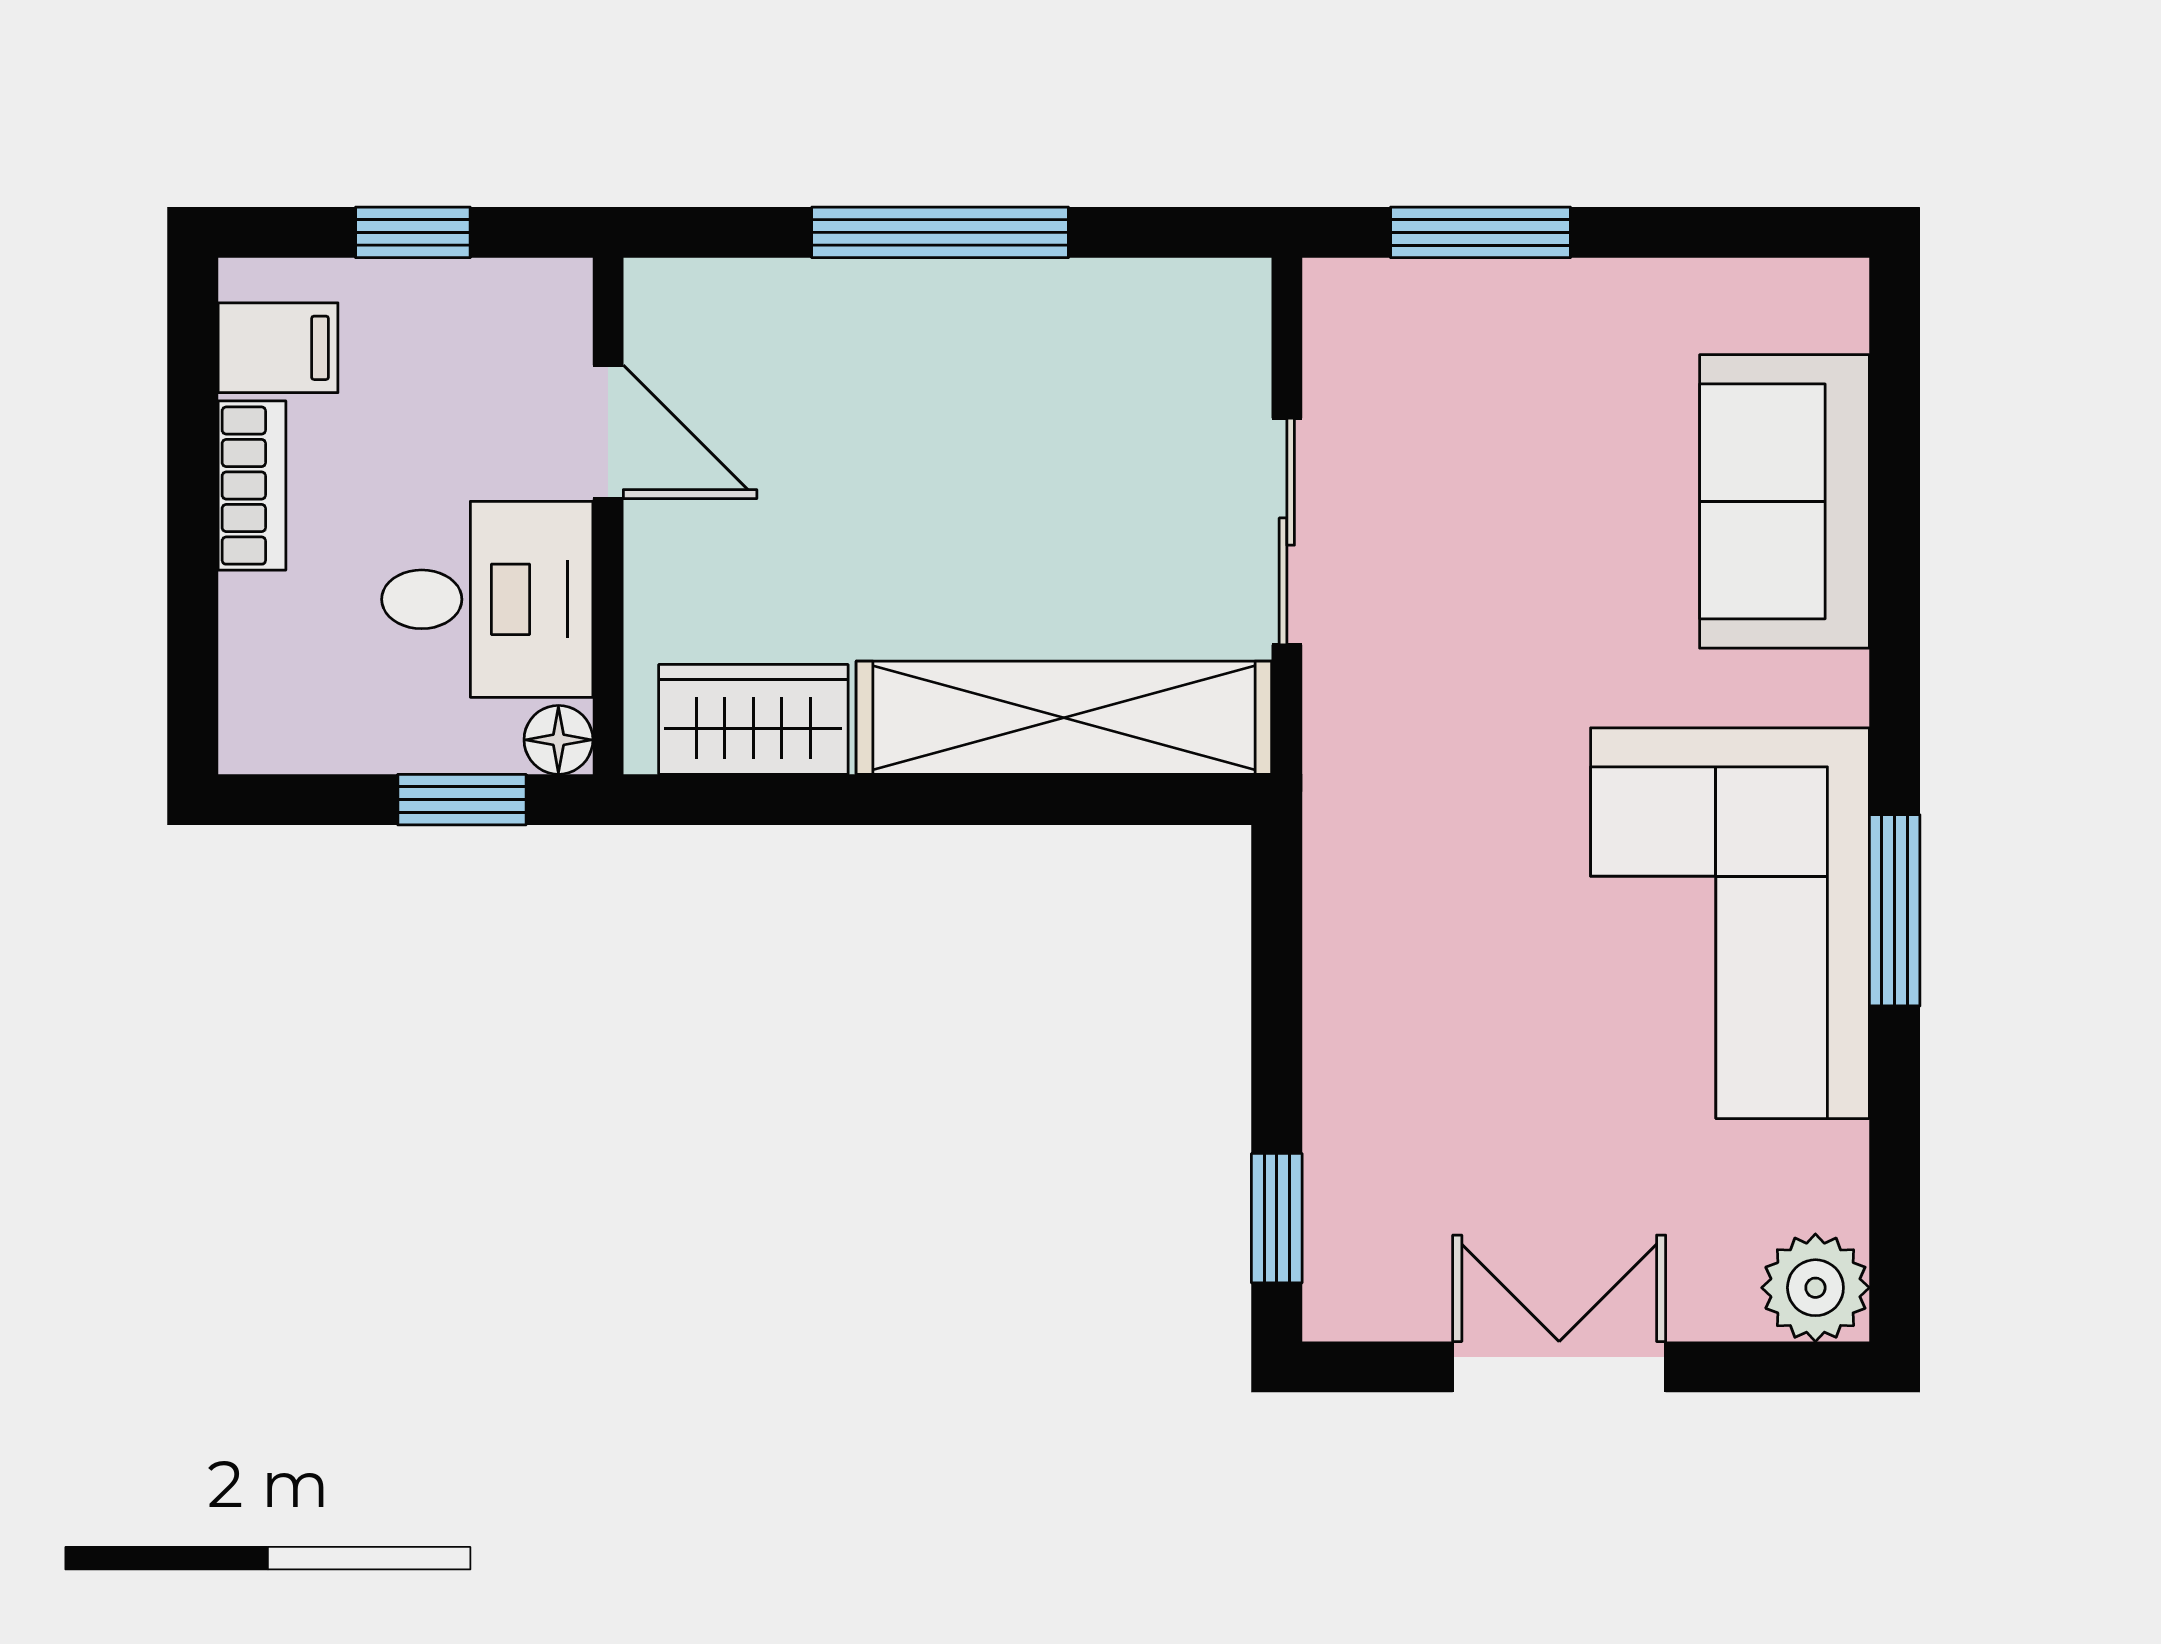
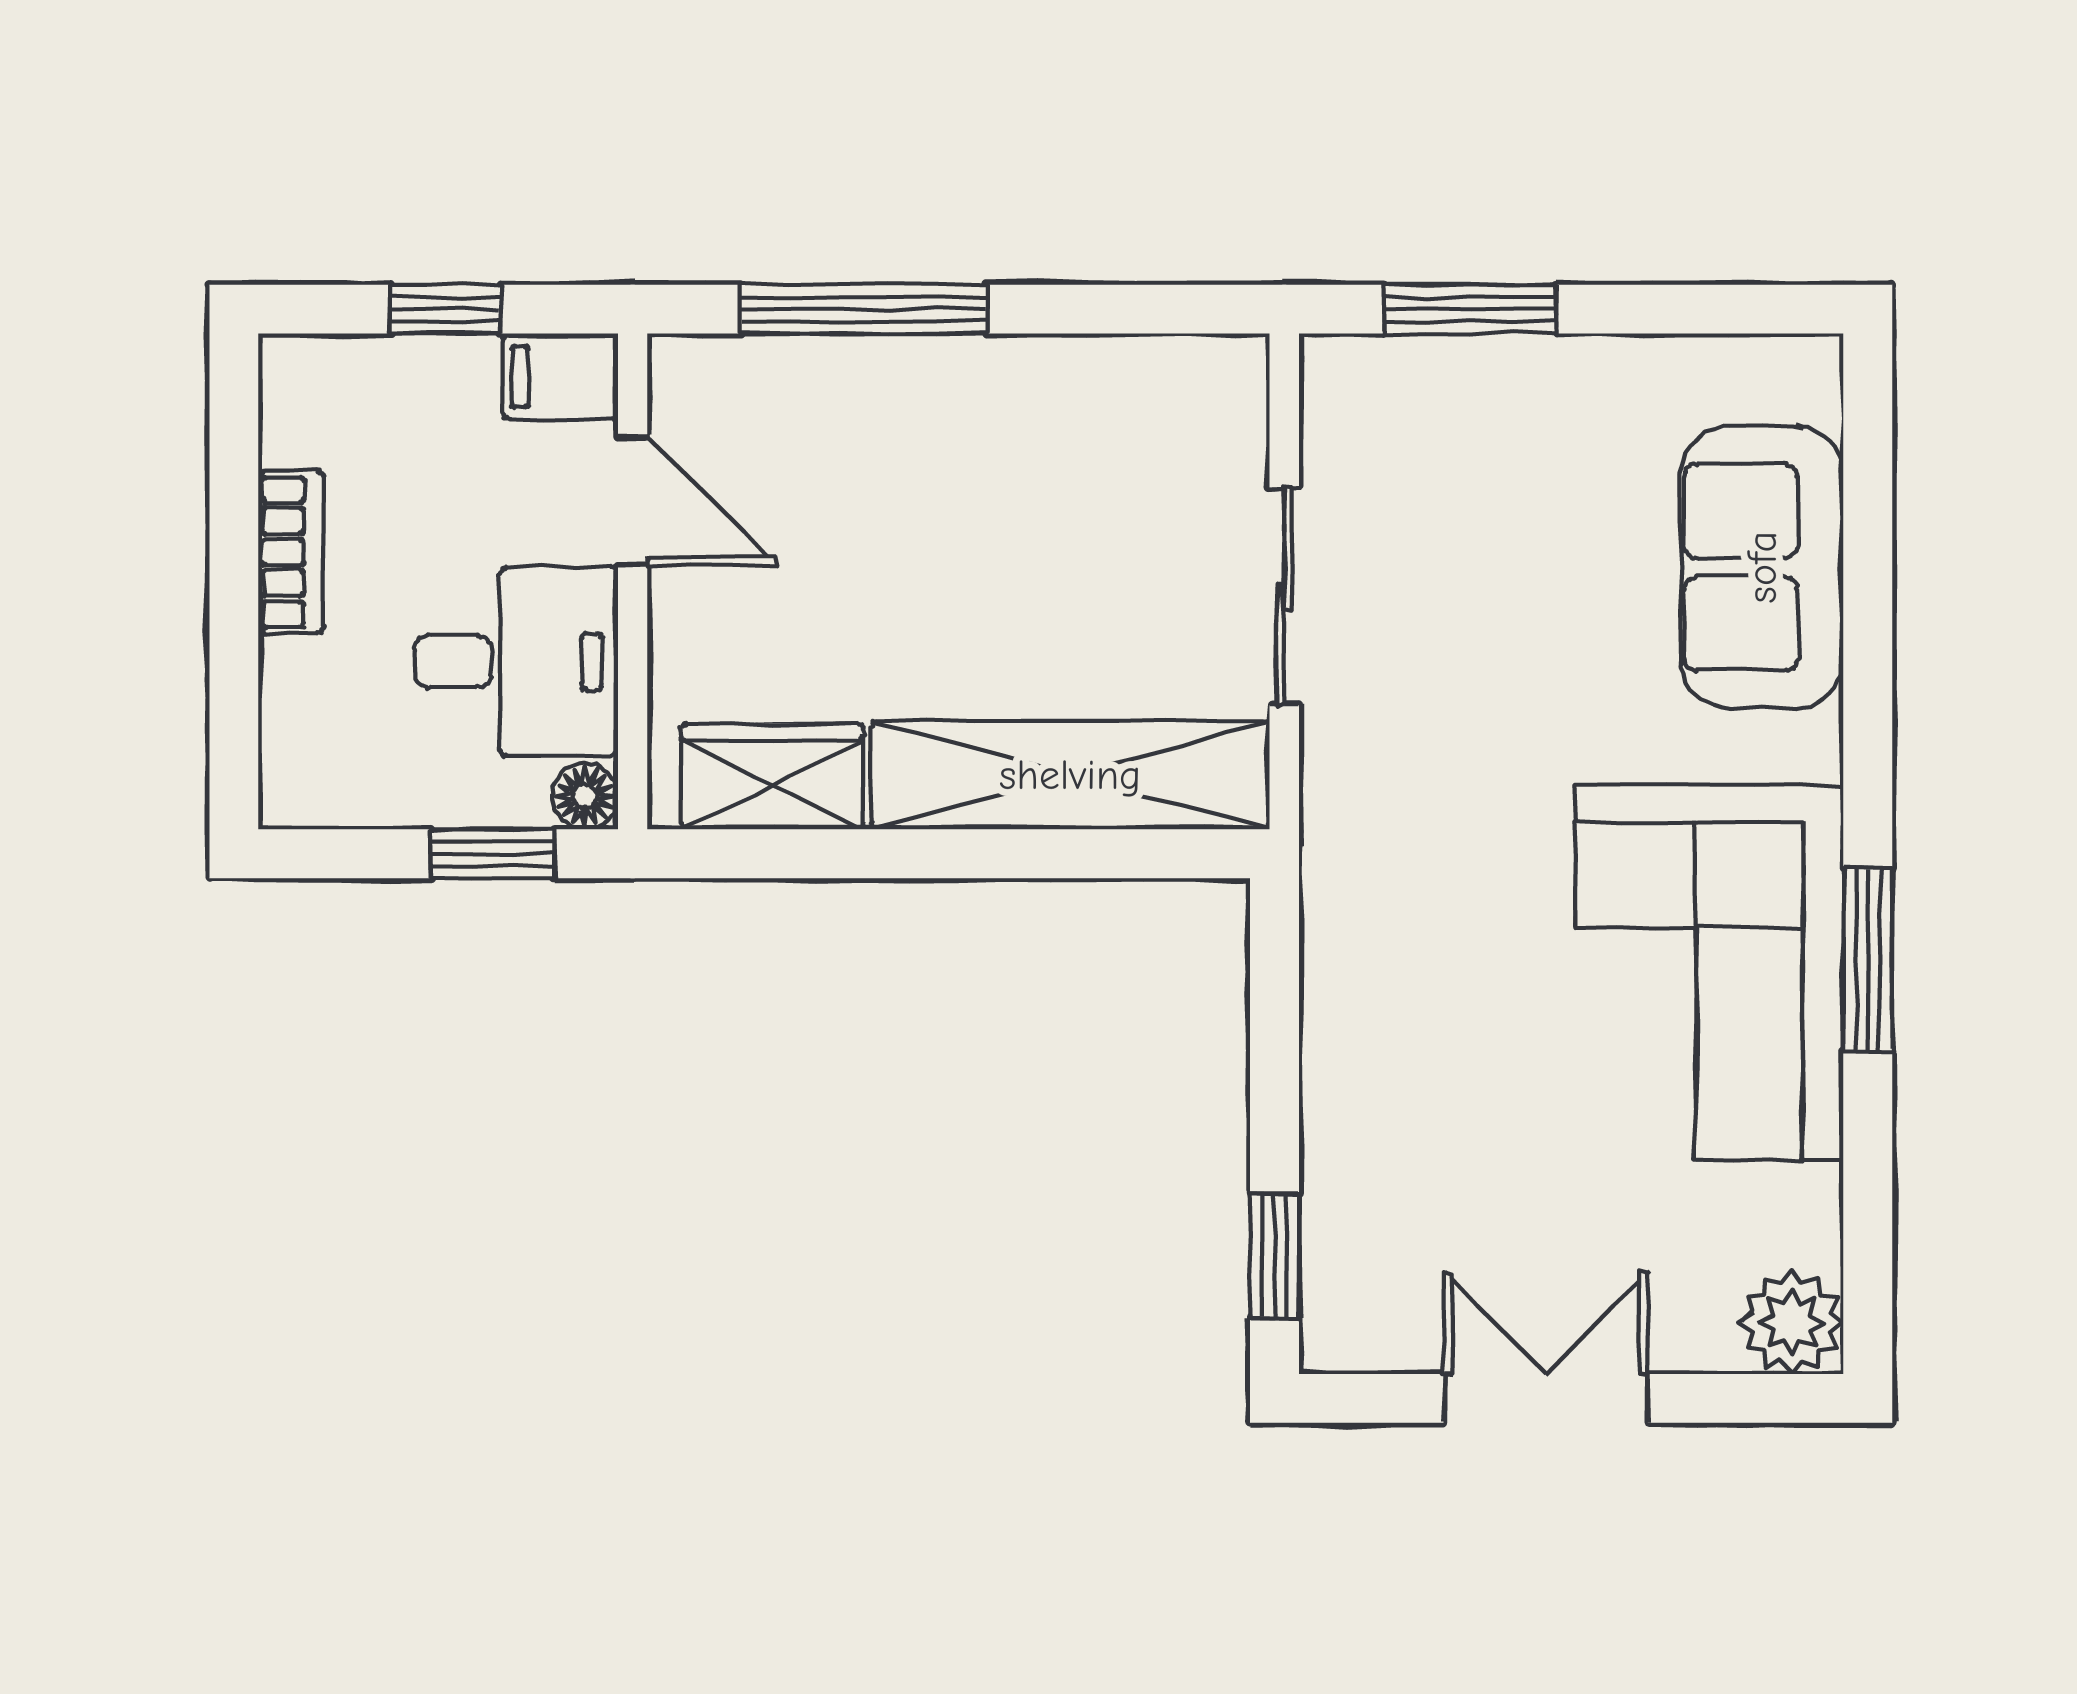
window: (940, 232) -> (864, 309), moved
filing cabinet: (278, 348) -> (560, 377), moved, turned 180

